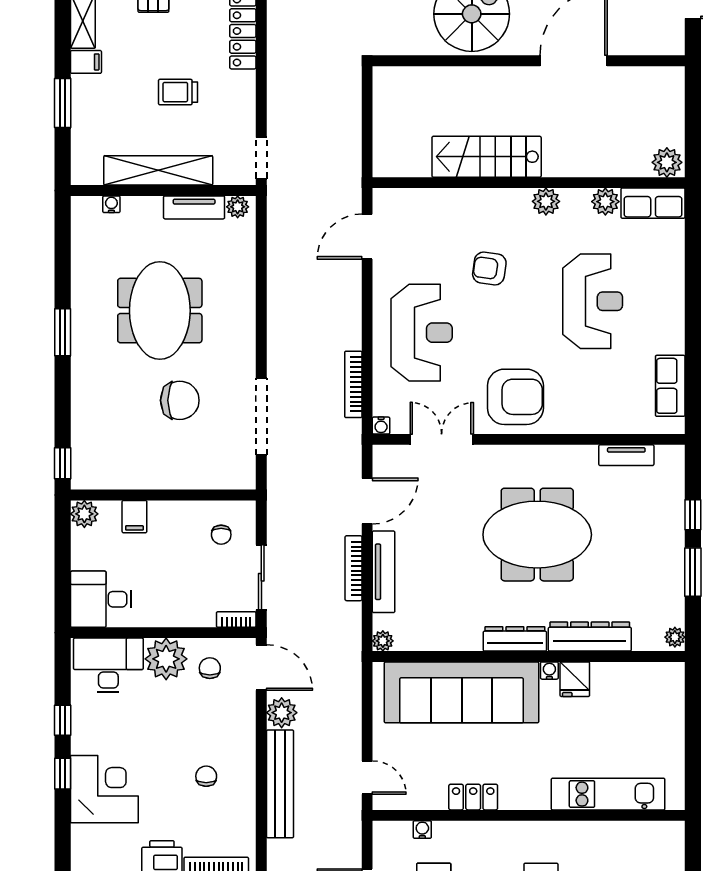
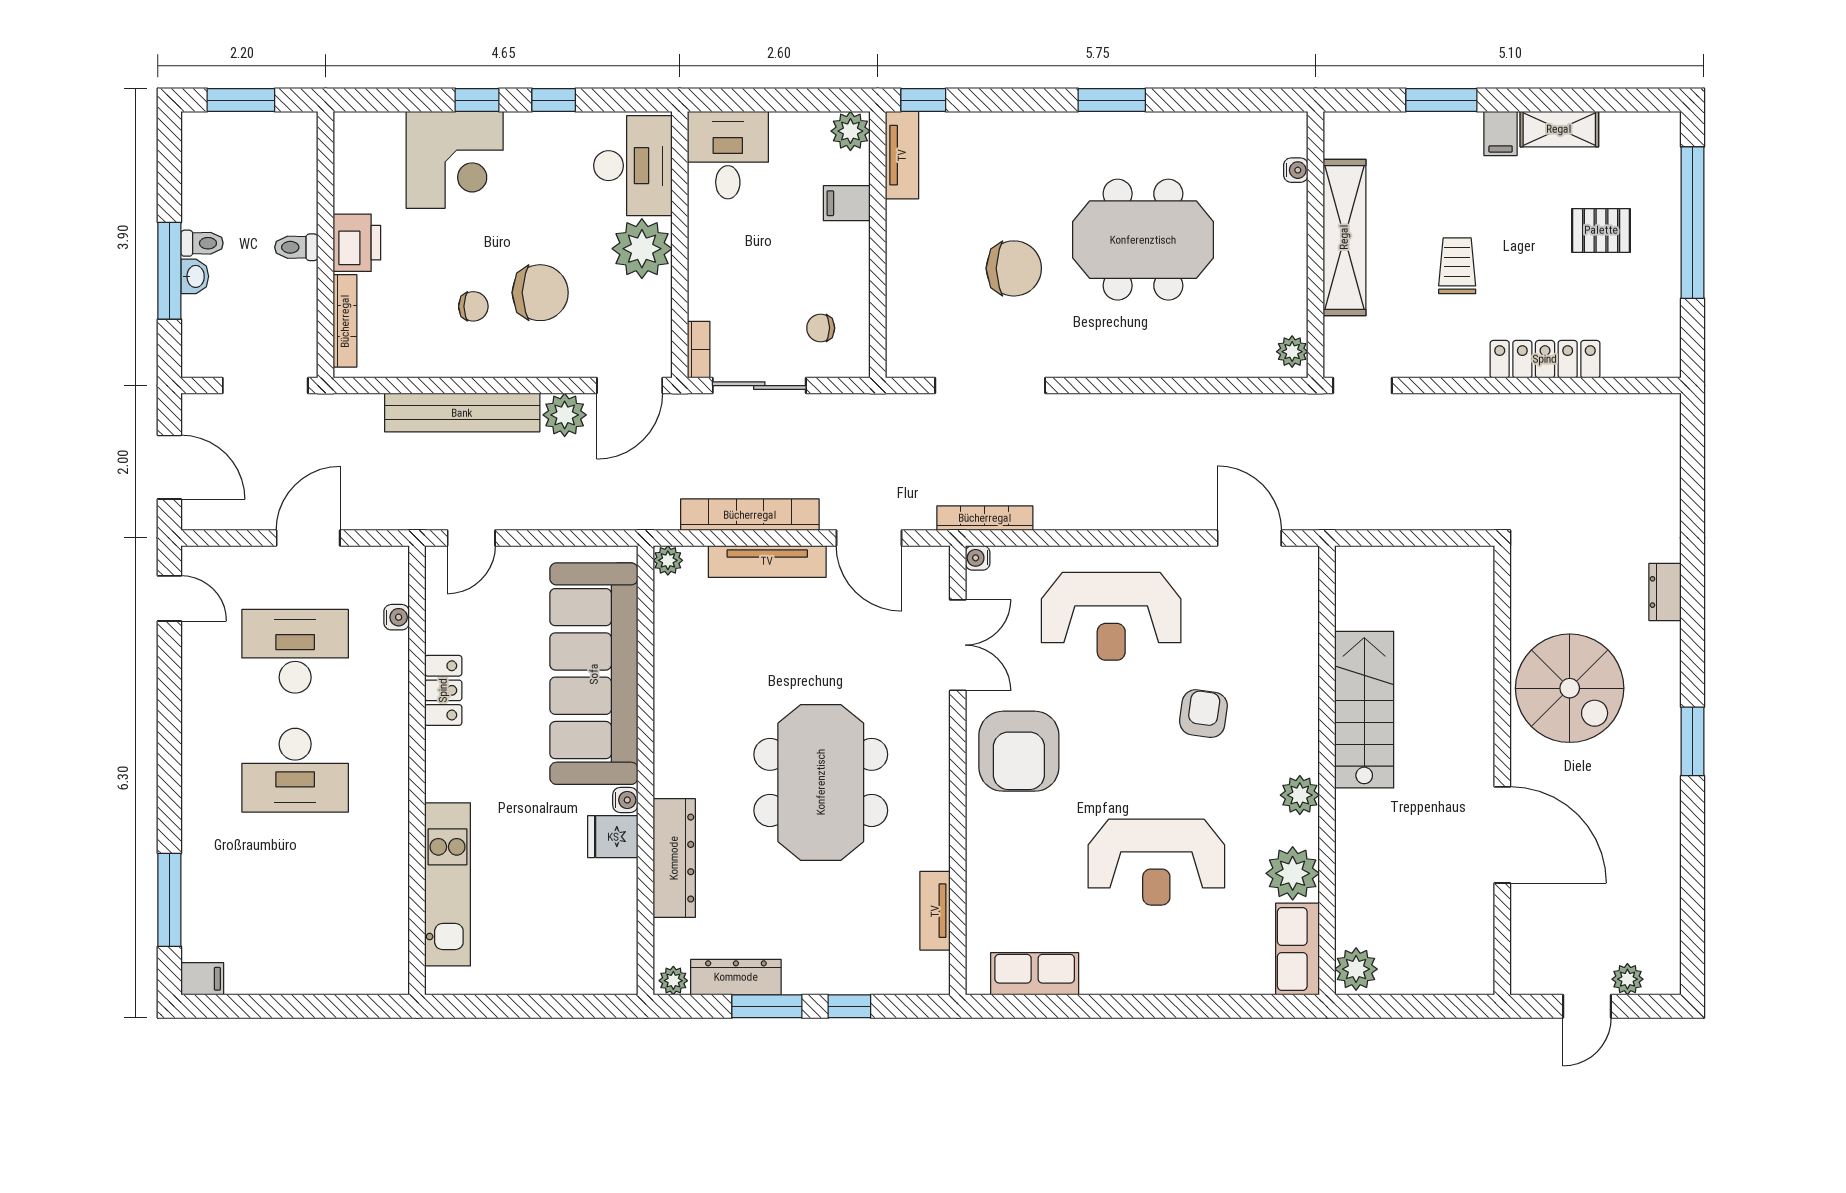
plant: (605, 202) -> (1293, 873), width x1.36, depth x1.36
tv unit: (194, 207) -> (902, 155), moved, turned 180
bookcase: (353, 384) -> (985, 518), moved
chair: (180, 400) -> (1014, 268), turned -90
bookcase: (354, 568) -> (750, 515), width x1.48, depth x1.31
dresser: (515, 639) -> (736, 977), moved, turned -90
chair: (210, 668) -> (540, 293), moved, width x1.87, depth x1.87

